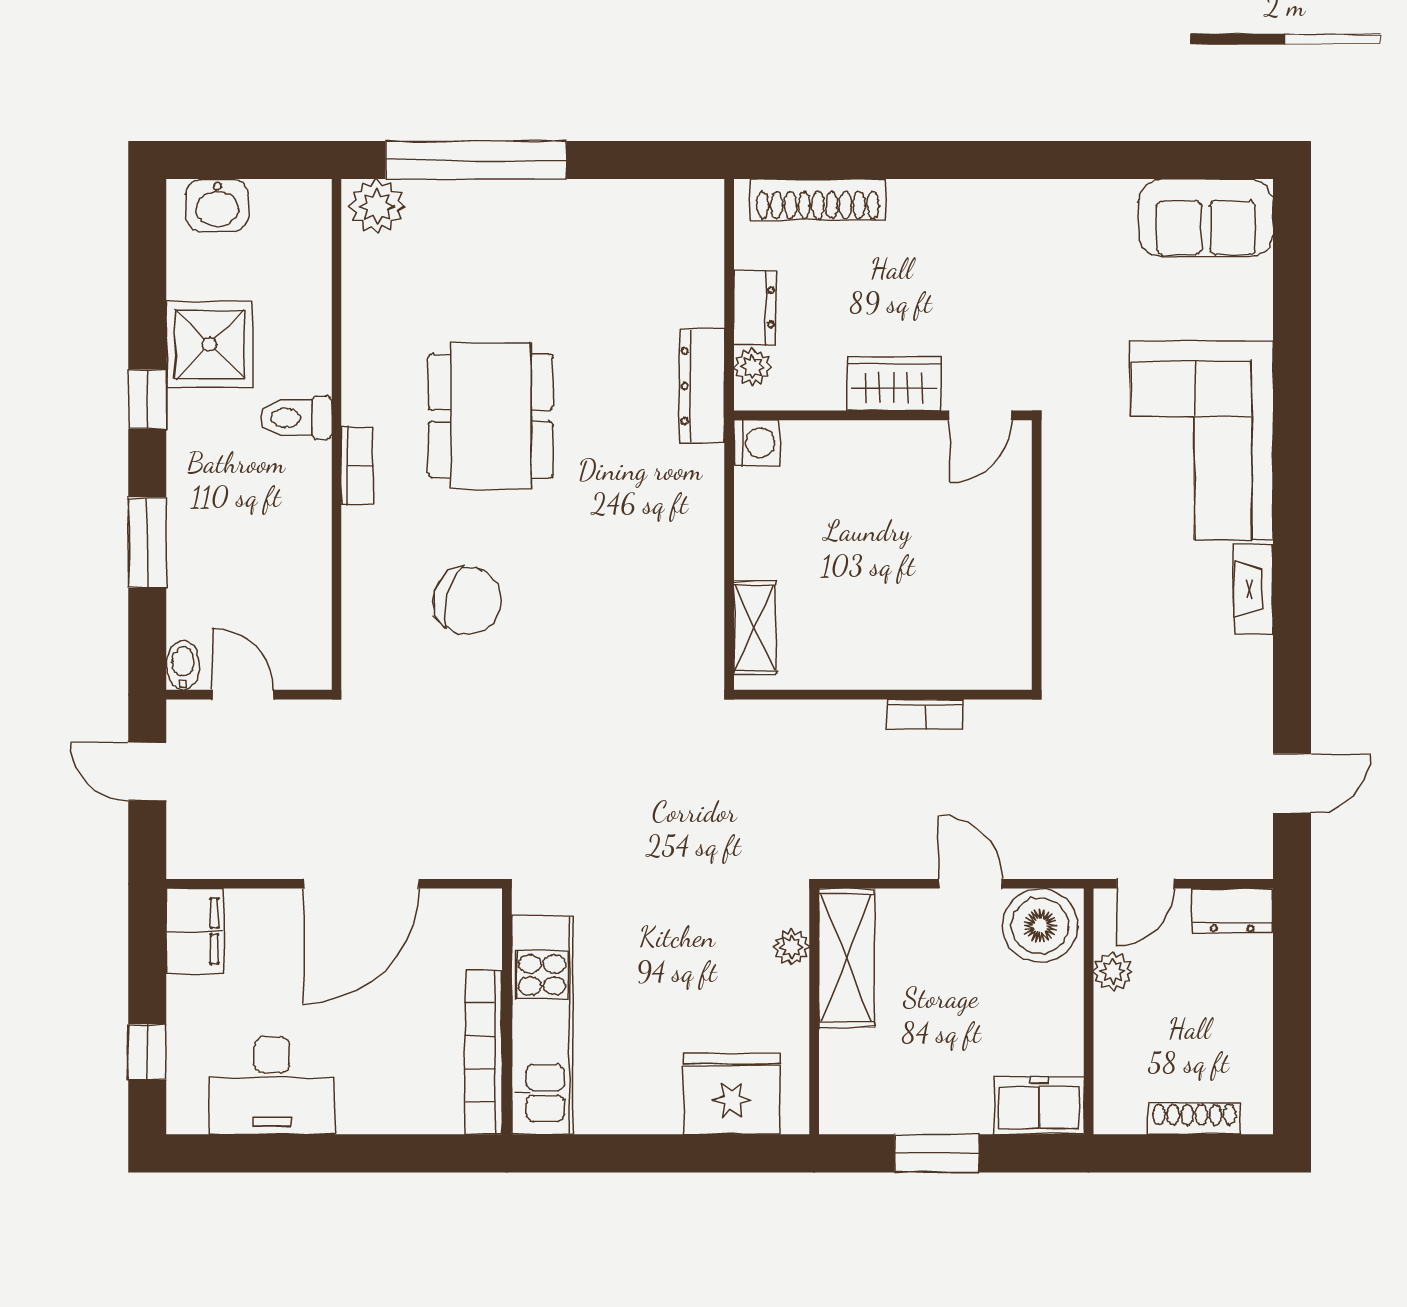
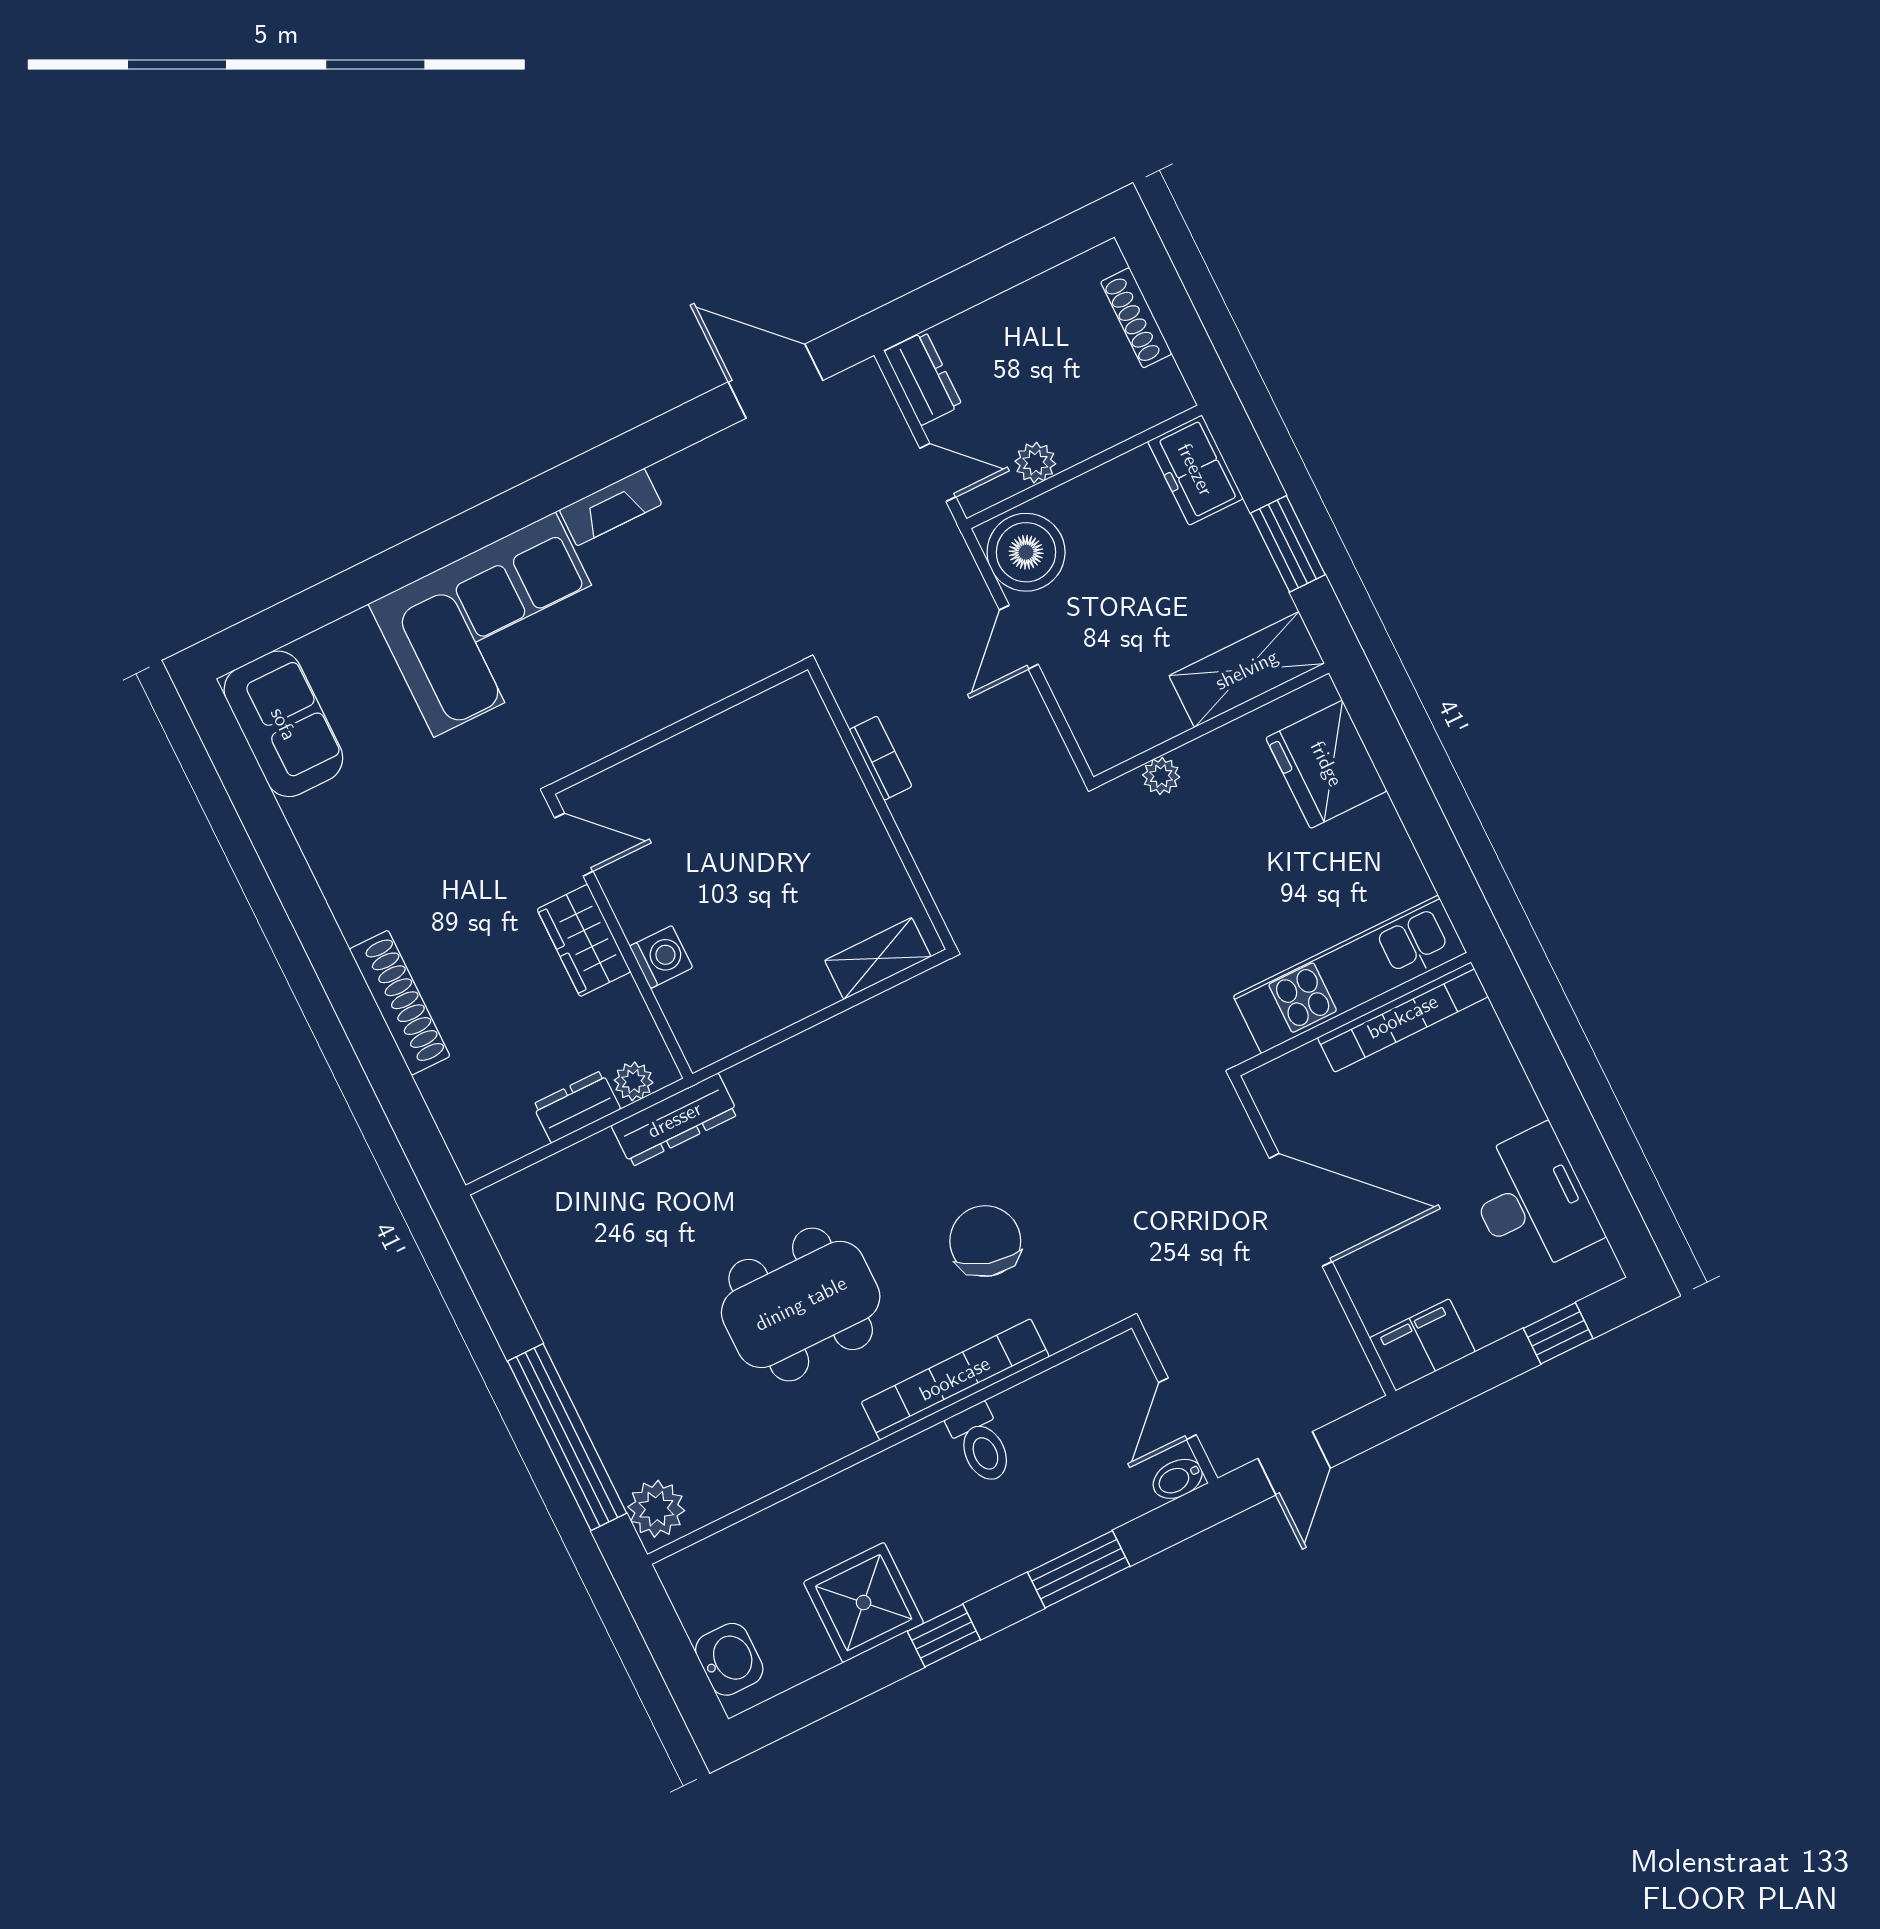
shoe rack: (818, 200) -> (400, 1003), moved
toilet: (296, 418) -> (981, 1444), moved
washing machine: (757, 443) -> (661, 957), moved, turned 90
bookcase: (357, 465) -> (955, 1379), width x2.31, depth x1.31
door: (1292, 783) -> (776, 381), width x1.38
shelving: (847, 958) -> (1247, 670), moved

